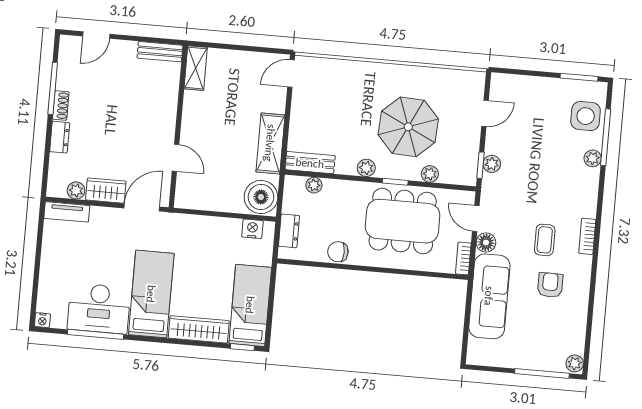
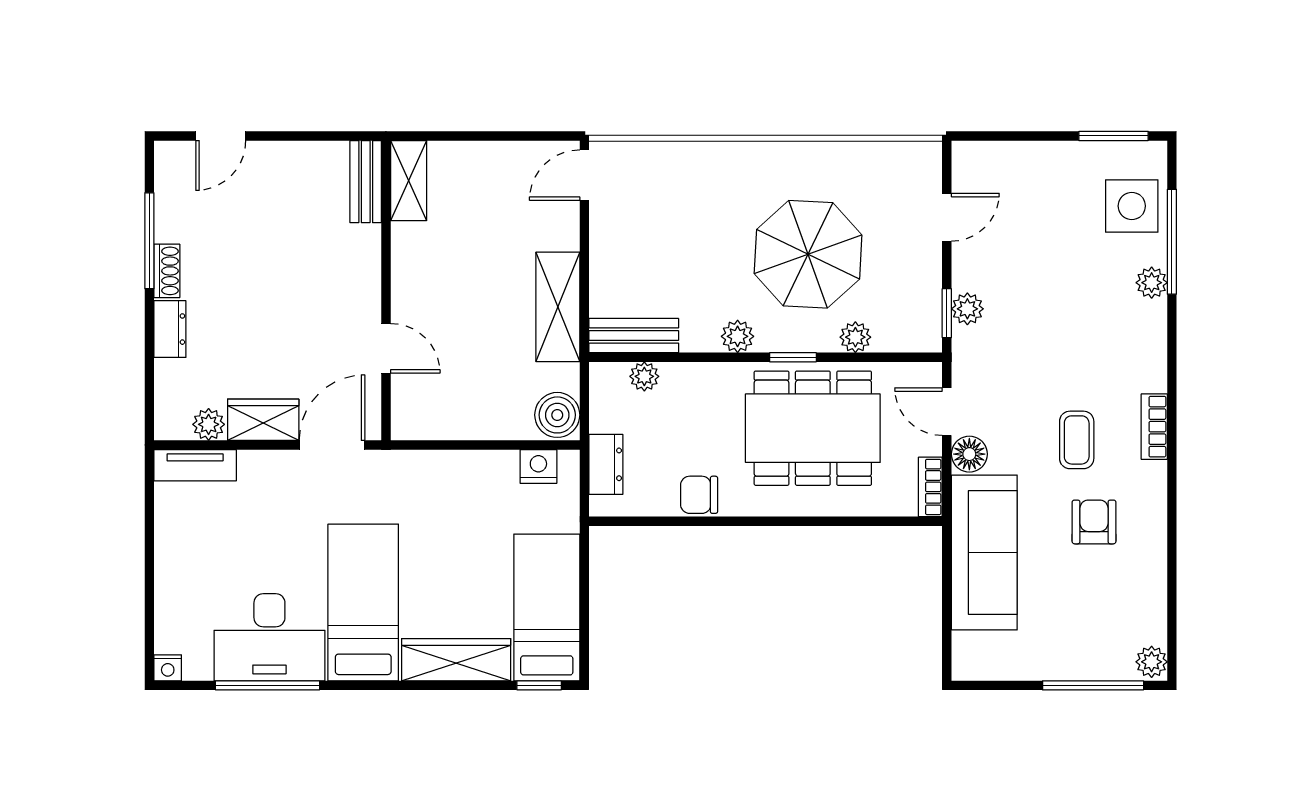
bench: (160, 52) -> (366, 182), moved, turned 90
boiler: (261, 197) -> (557, 415), width x0.73, depth x0.73

